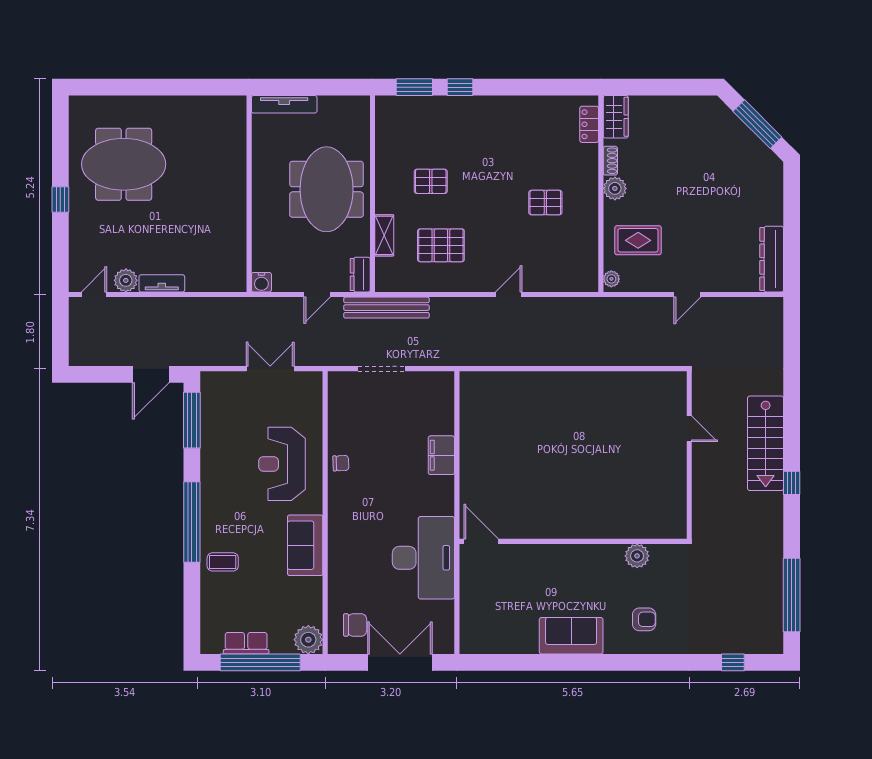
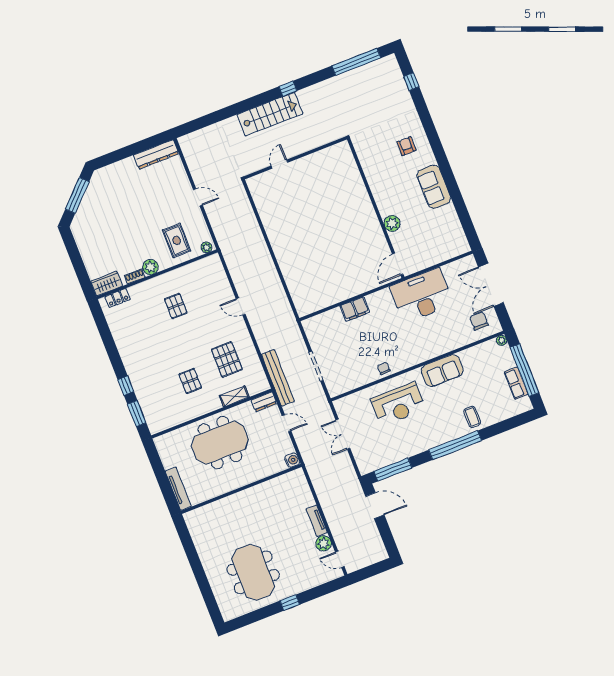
plant: (637, 556) -> (392, 223), moved
plant: (308, 640) -> (502, 340), width x0.53, depth x0.53

